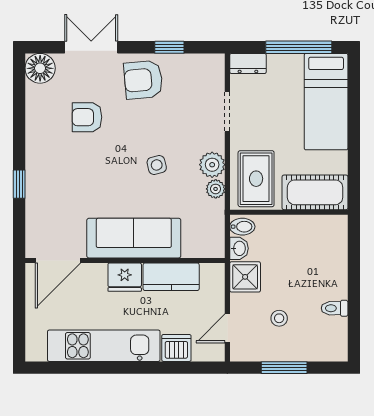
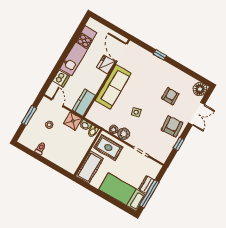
dresser: (248, 63) -> (146, 185), moved
fridge: (125, 277) -> (106, 65), moved
kitchen counter: (171, 277) -> (84, 103), moved

